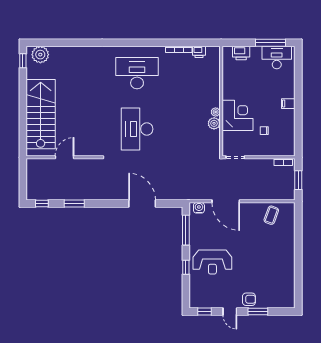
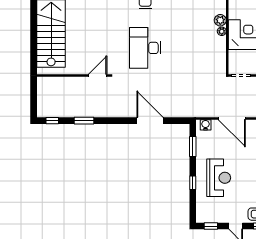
plant: (214, 123) -> (220, 20), moved
door: (65, 157) -> (98, 76), moved
window: (186, 230) -> (193, 147), width x0.69
reception desk: (212, 262) -> (219, 178), turned -90

